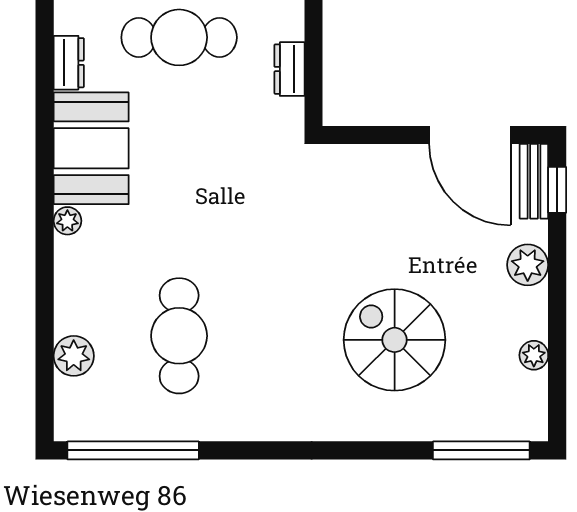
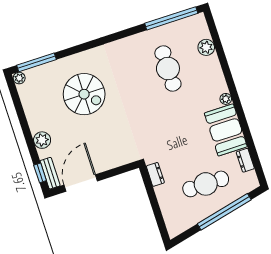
dresser: (289, 69) -> (155, 174), moved
door: (470, 135) -> (81, 183), hinge flipped
plant: (534, 355) -> (19, 78), moved

